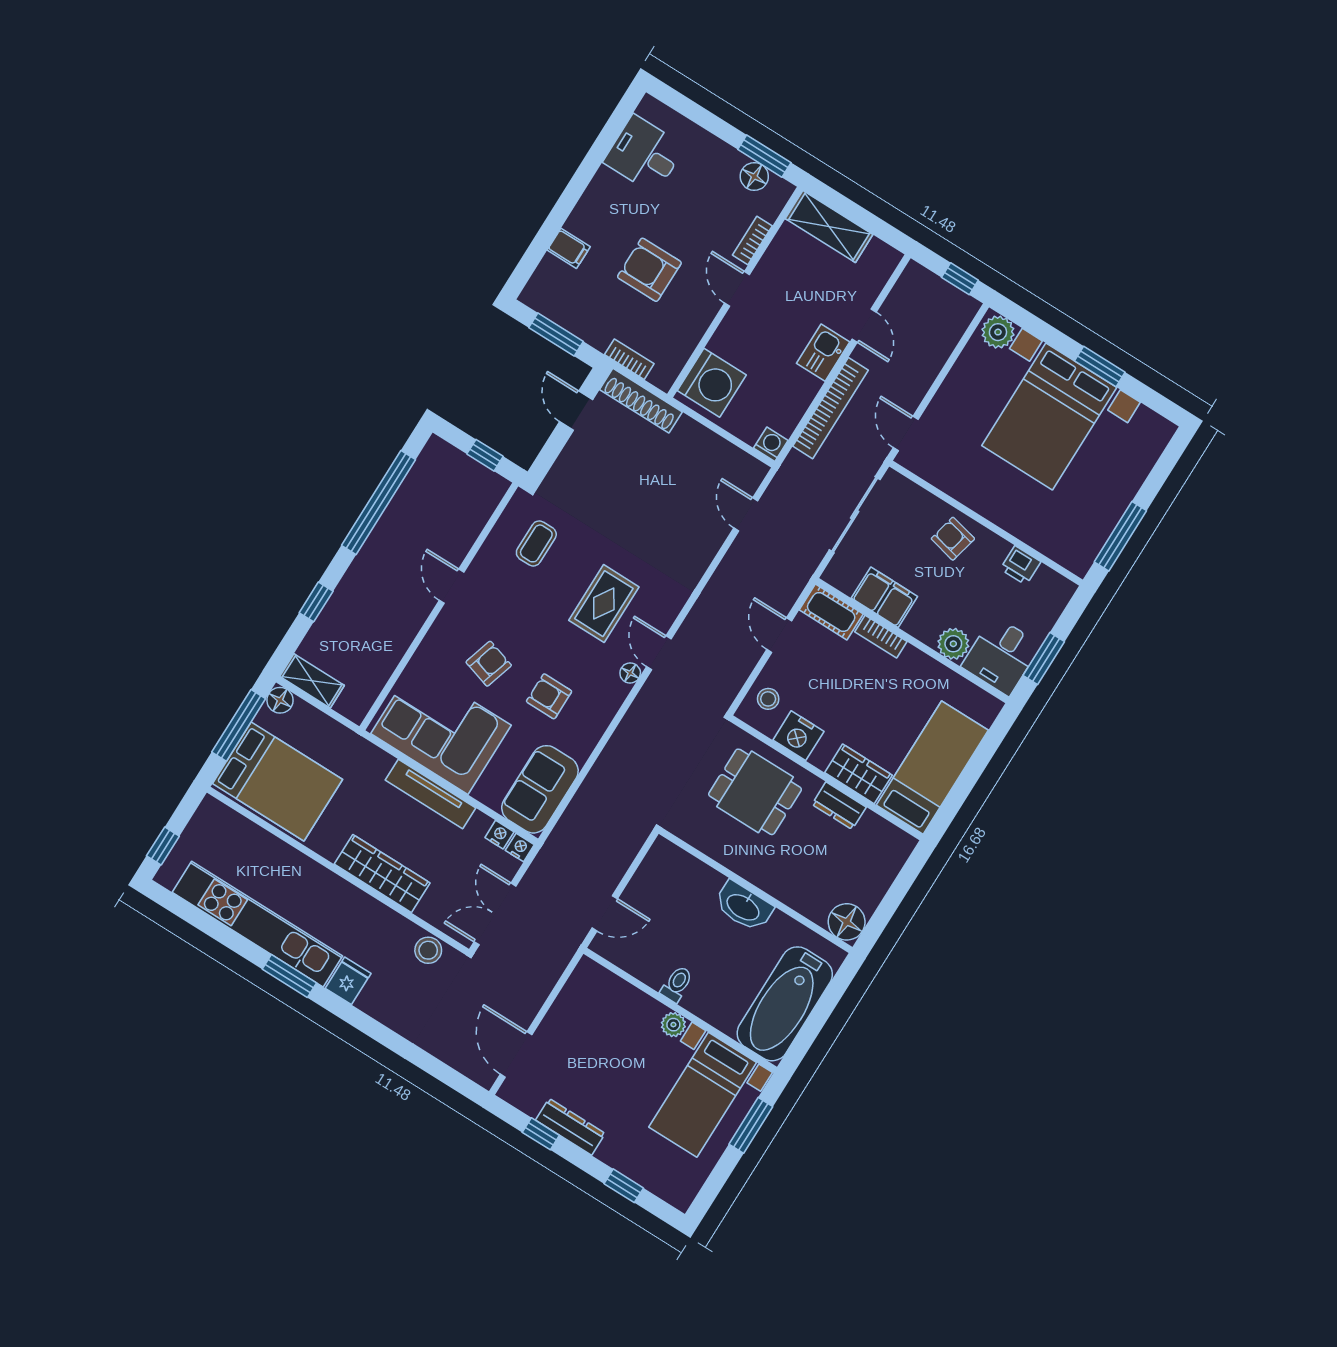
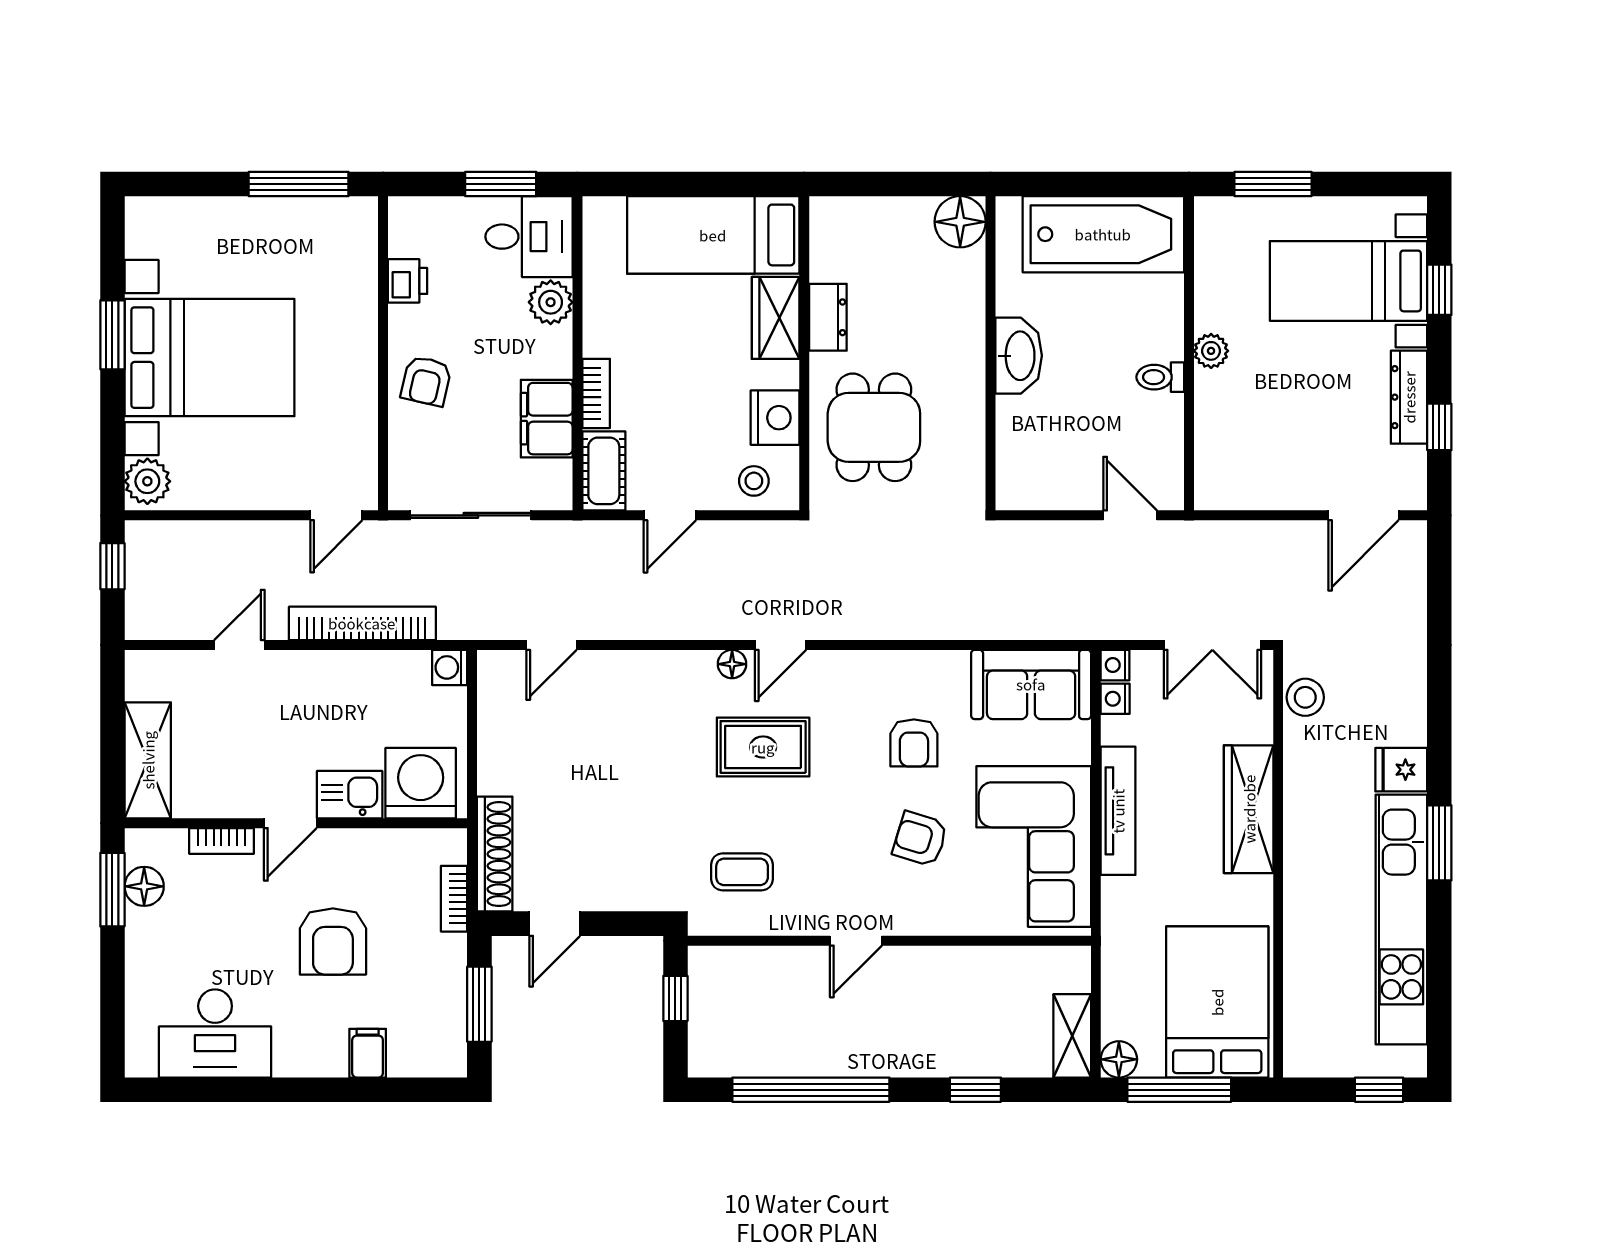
desk: (644, 154) -> (215, 1033), width x1.37
kitchen sink: (823, 353) -> (350, 795), moved, turned 180
floor lamp: (630, 673) -> (732, 664), moved
bed with nightstands: (703, 1095) -> (1349, 281), moved, turned 180

